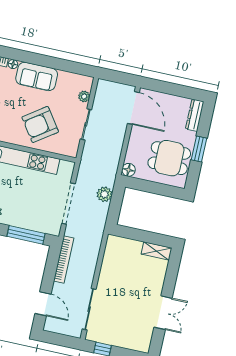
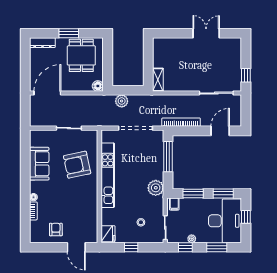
sofa: (37, 76) -> (39, 164), moved
plant: (84, 96) -> (47, 134), removed
armchair: (40, 125) -> (77, 165), turned 113
shelving: (157, 251) -> (158, 80), moved

